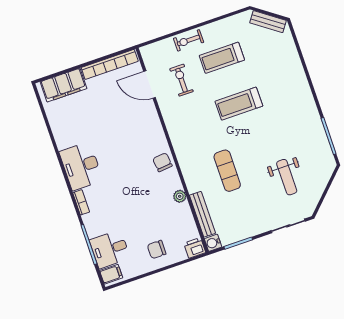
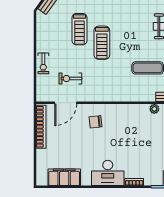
treadmill: (222, 58) -> (79, 29), moved
filing cabinet: (64, 85) -> (64, 177), moved, turned -90
chair: (162, 162) -> (96, 122), moved

